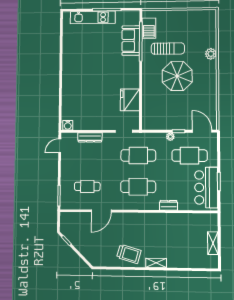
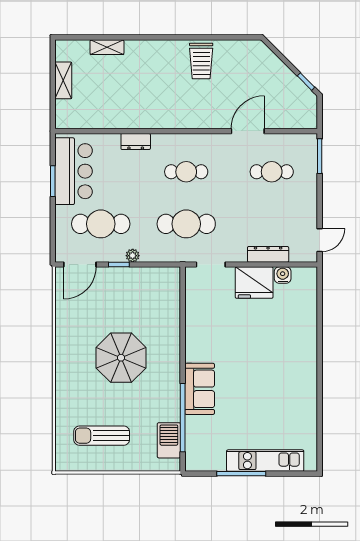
sofa: (131, 40) -> (200, 389), moved
sun lounger: (168, 49) -> (102, 436), moved
plant: (211, 54) -> (65, 395), removed
fridge: (130, 100) -> (254, 283), moved, turned 90
water cooler: (68, 125) -> (283, 275), moved
door: (202, 131) -> (80, 265), hinge flipped
cafe table: (138, 187) -> (186, 172), width x0.73, depth x0.74
trolley: (129, 254) -> (201, 61), turned -106
shelving: (156, 263) -> (107, 47), moved

